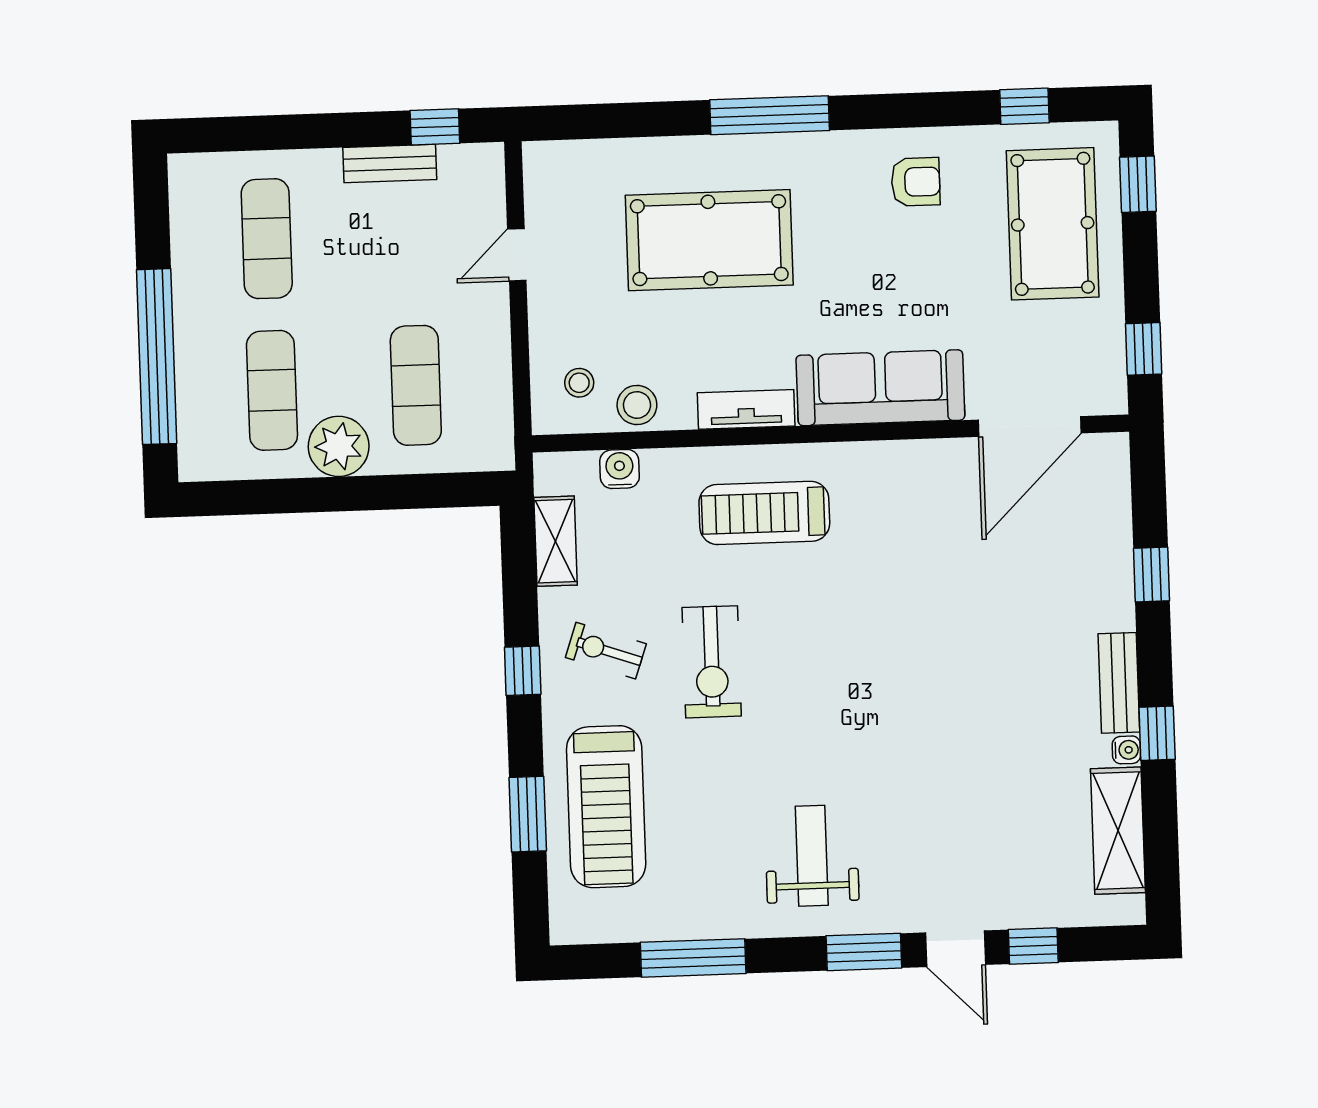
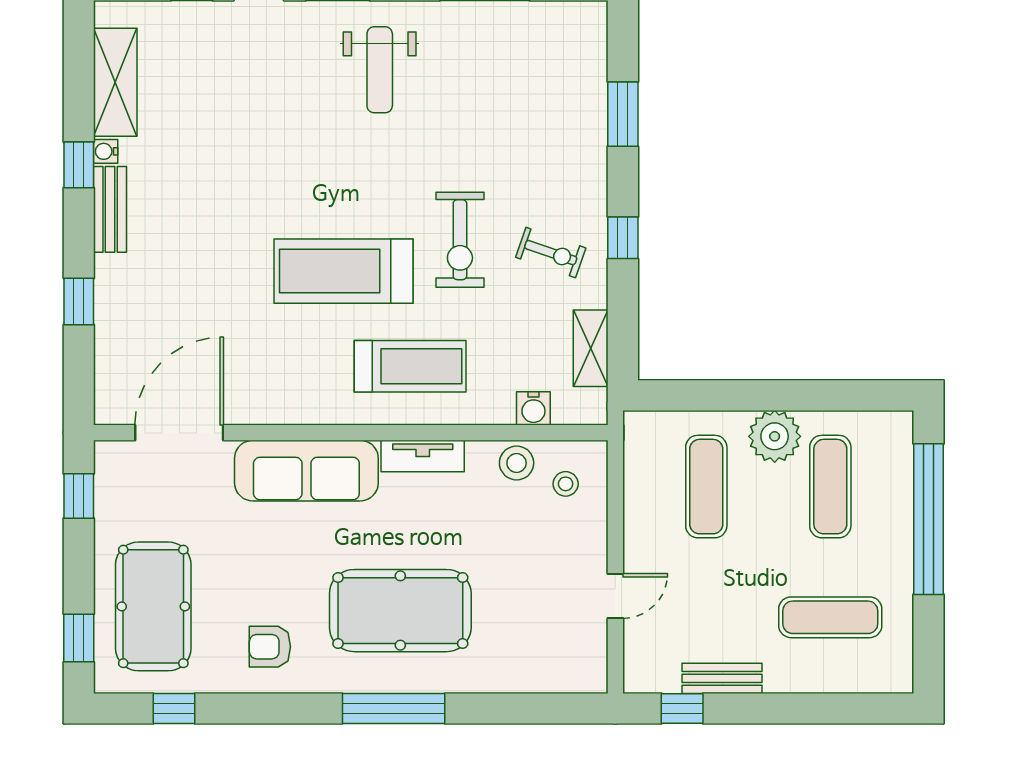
exercise mat: (267, 239) -> (830, 617), turned 90
pool table: (709, 240) -> (400, 611), moved
exercise bike: (712, 662) -> (460, 240), turned 180
treadmill: (606, 807) -> (344, 271), moved, turned -90

